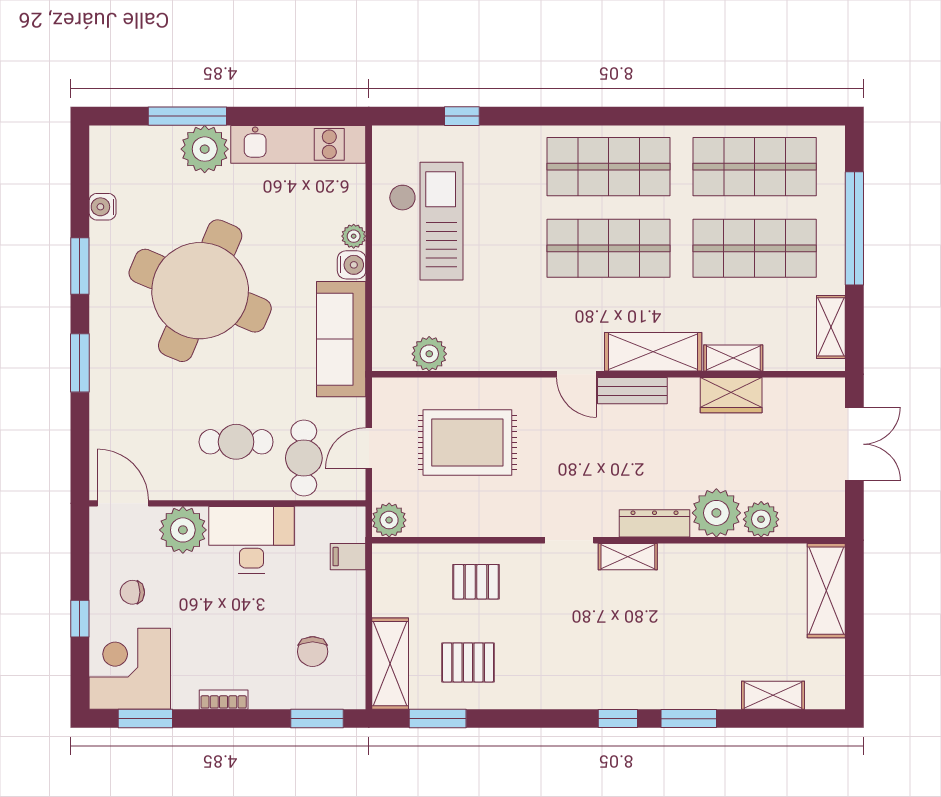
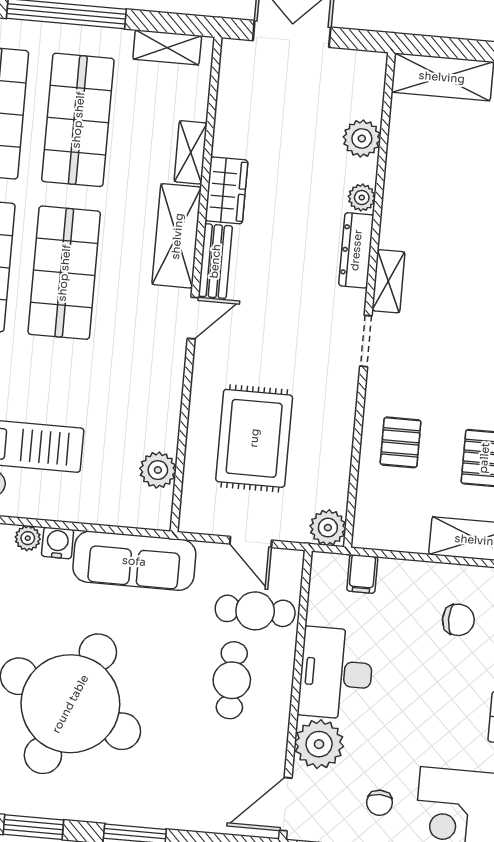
wardrobe: (731, 395) -> (226, 190), moved
plant: (716, 513) -> (362, 198), width x0.53, depth x0.53

